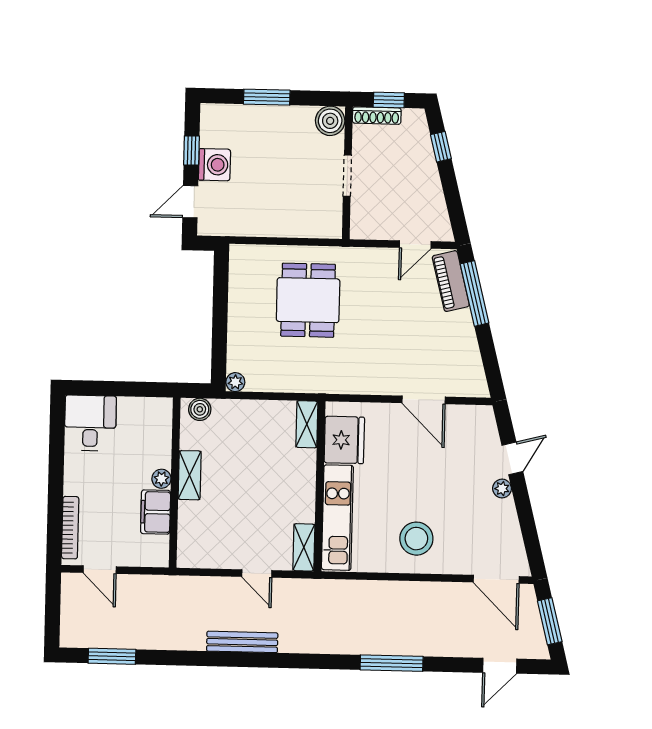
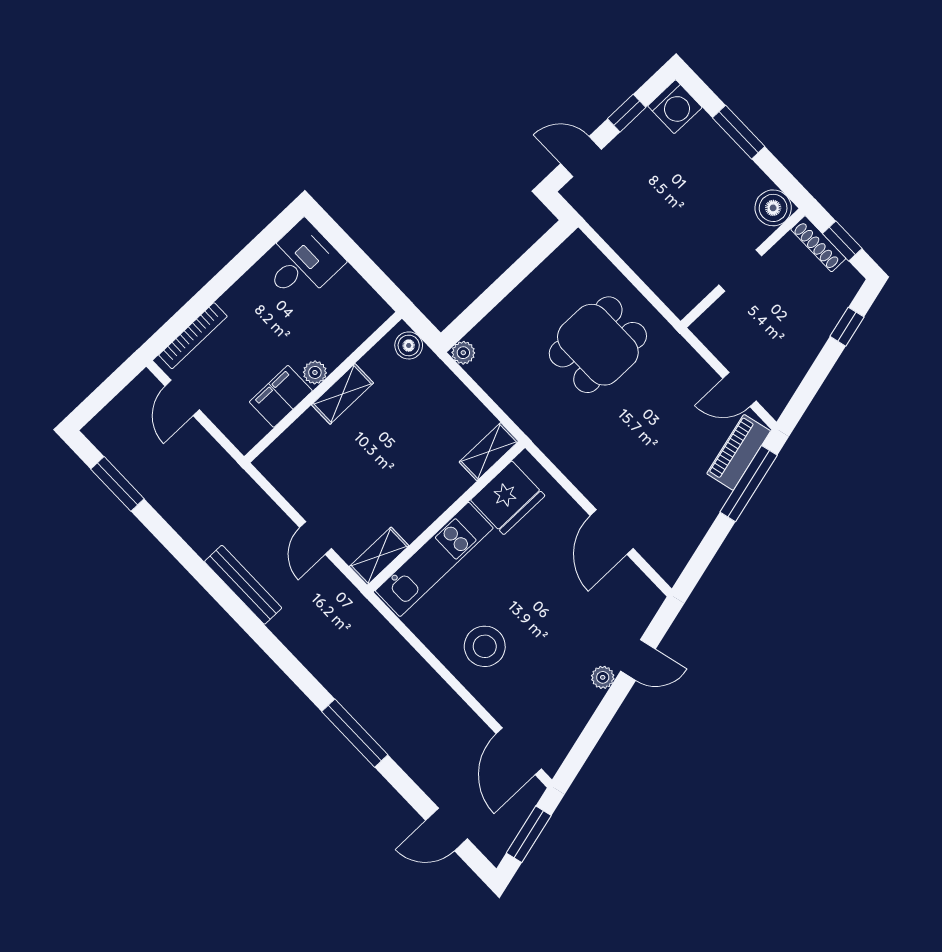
washing machine: (214, 165) -> (675, 107), moved

